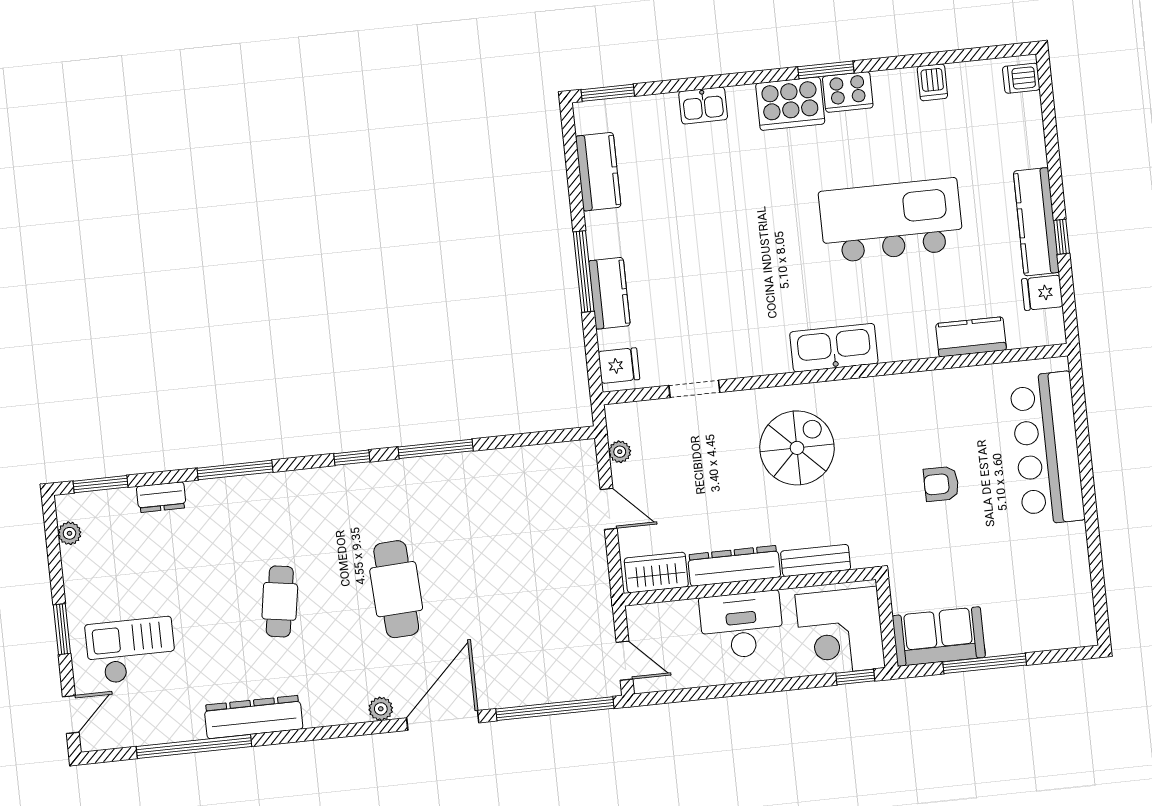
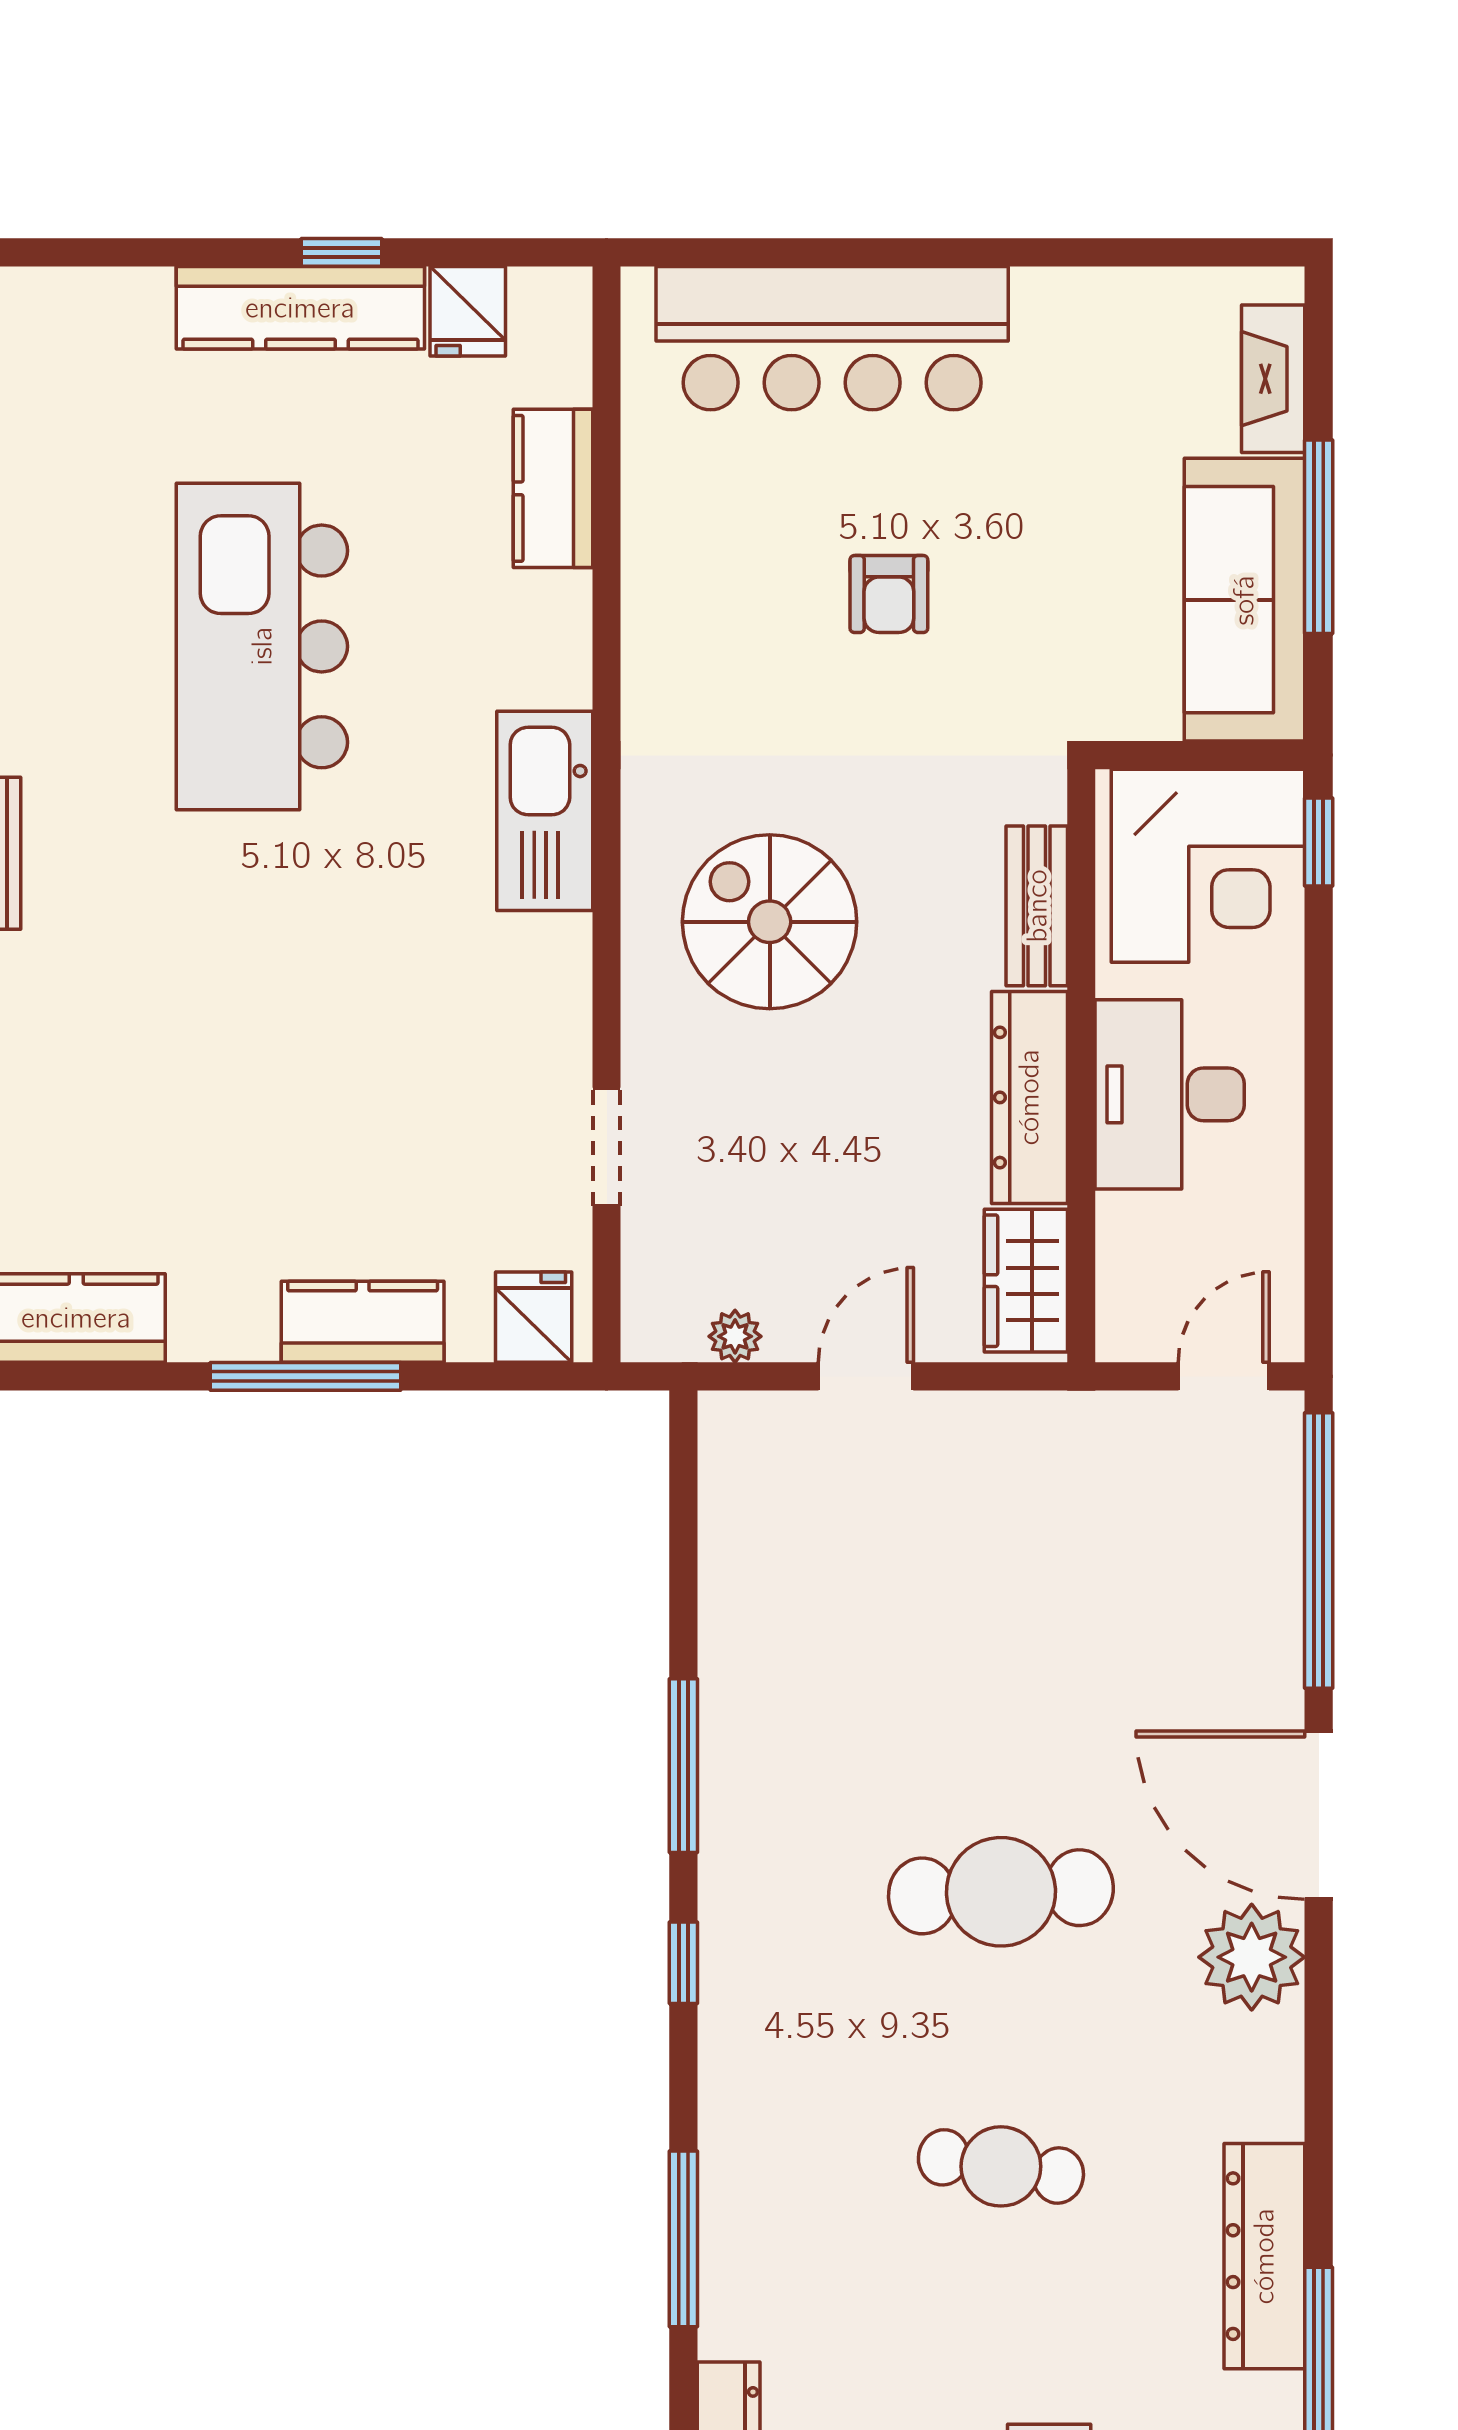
sofa: (939, 636) -> (1244, 600), width x1.36
fireplace: (1050, 637) -> (1273, 379), added
plant: (381, 709) -> (1252, 1957), width x1.87, depth x1.87

